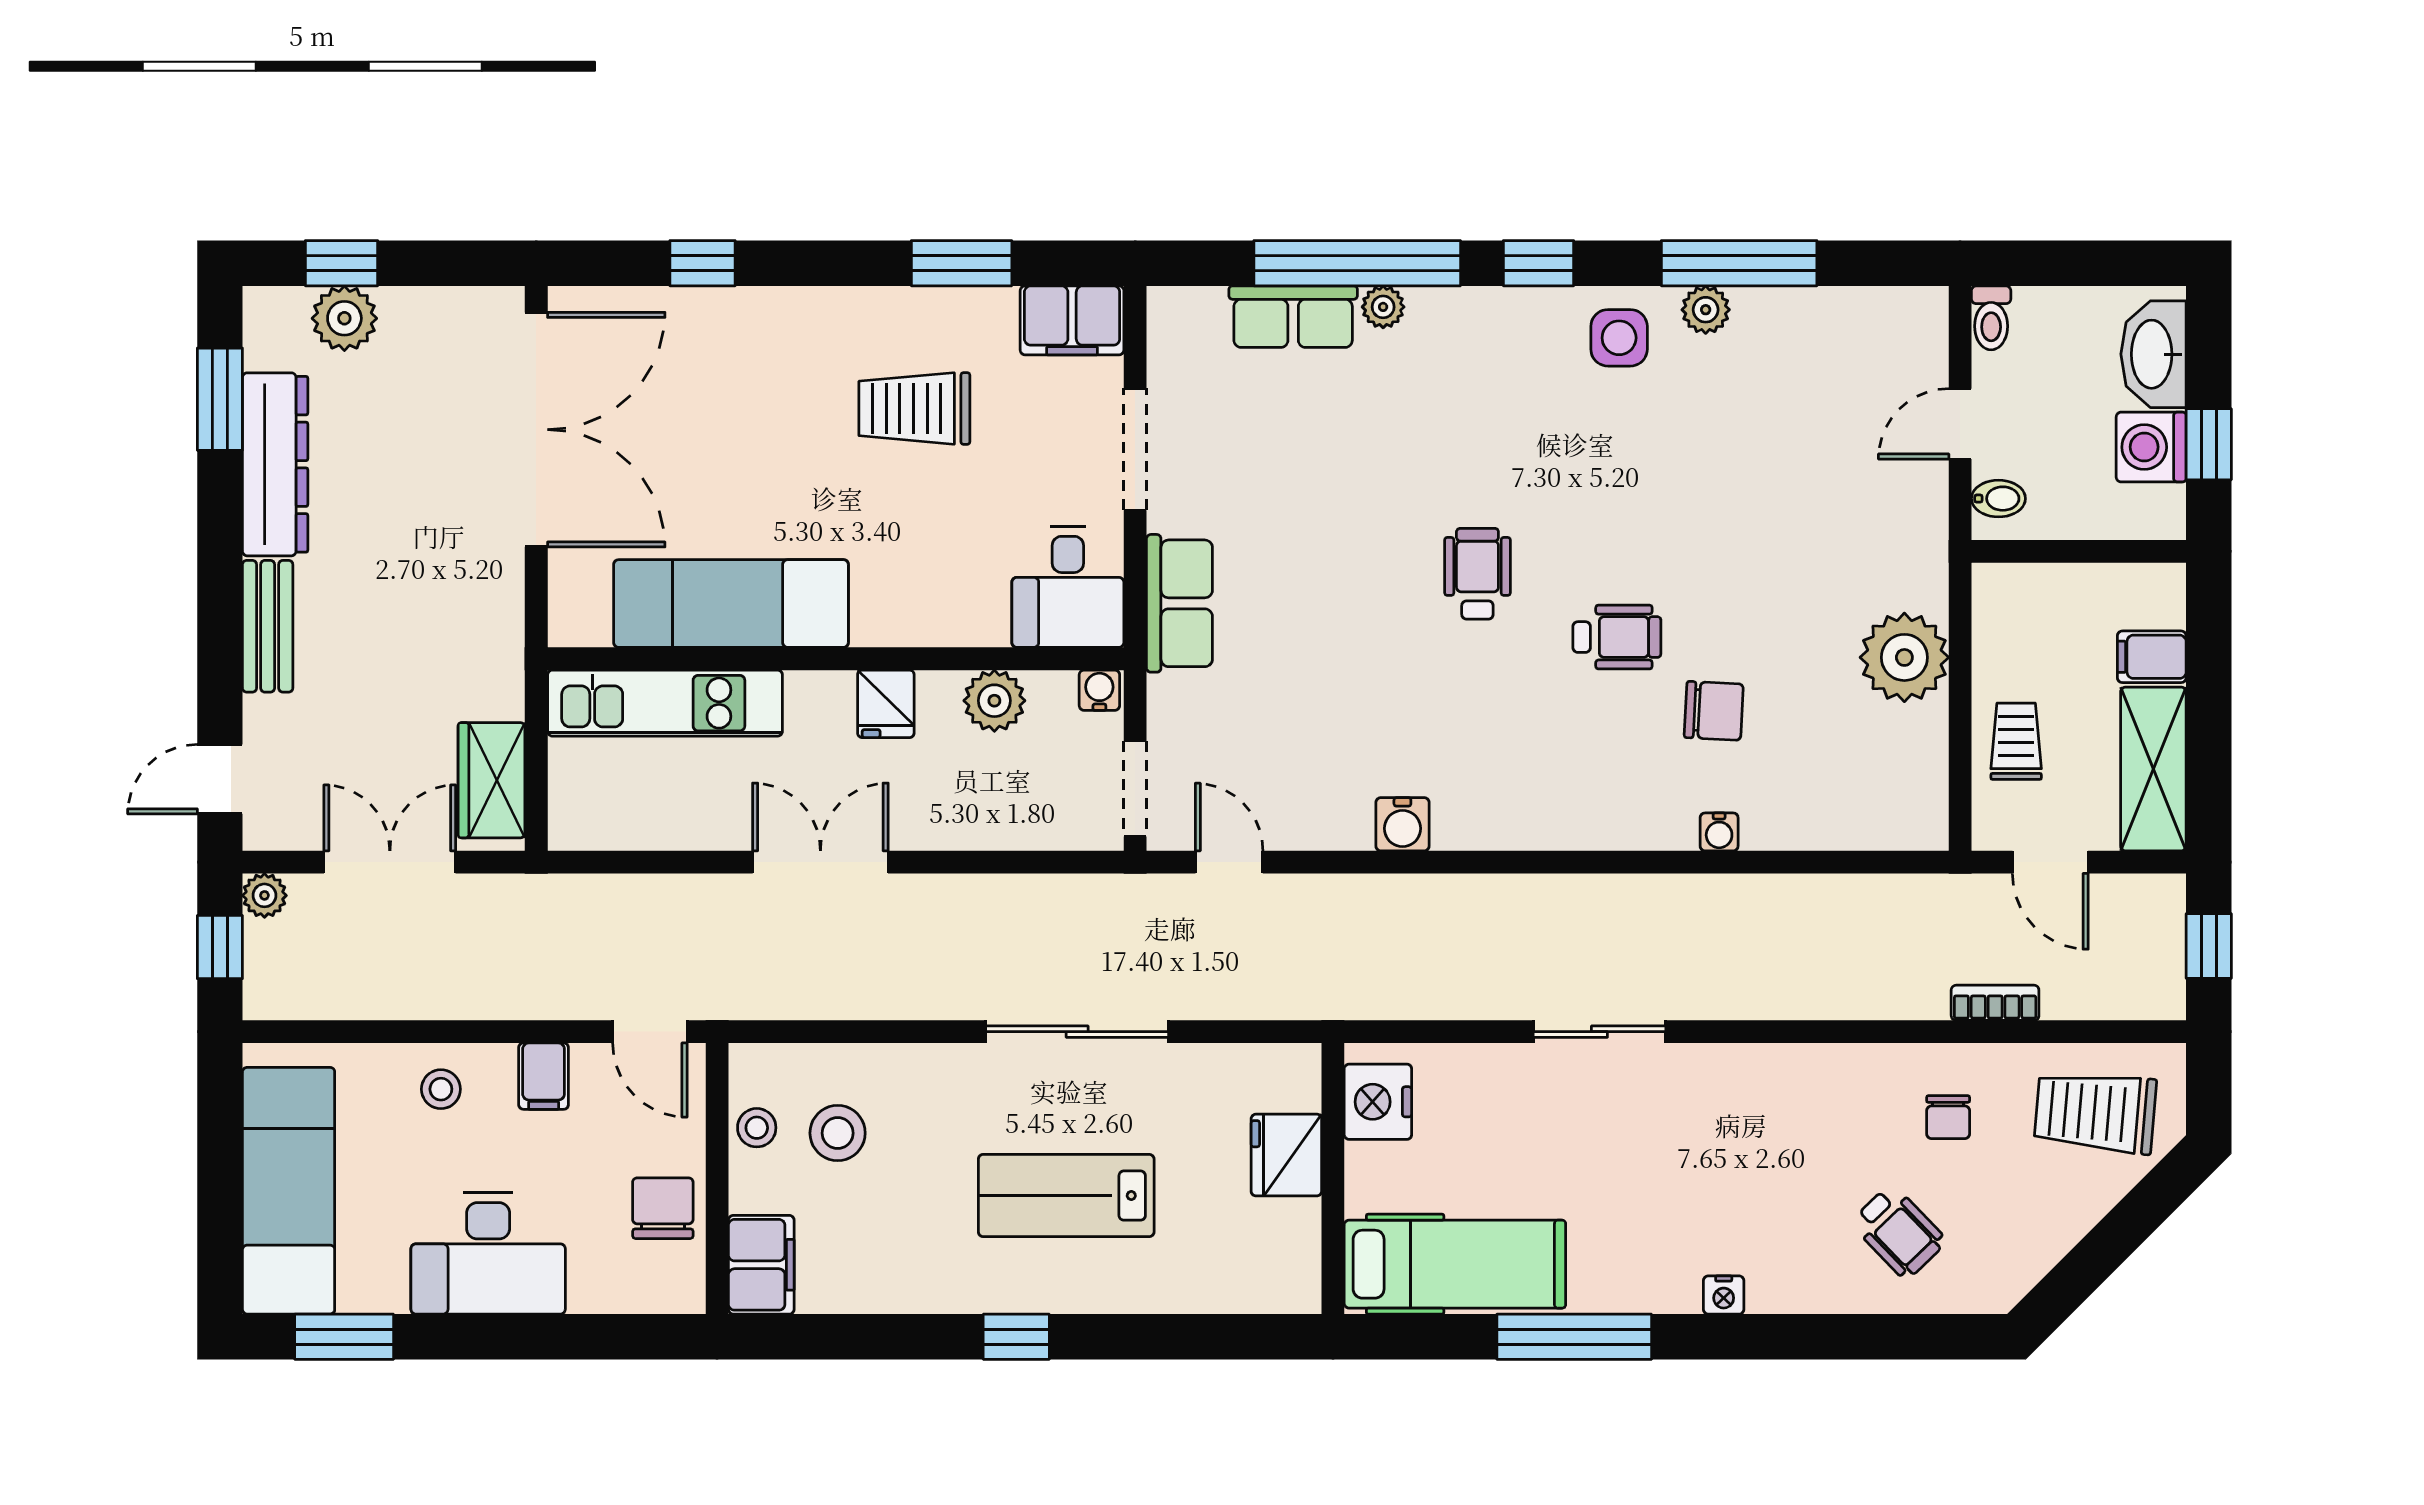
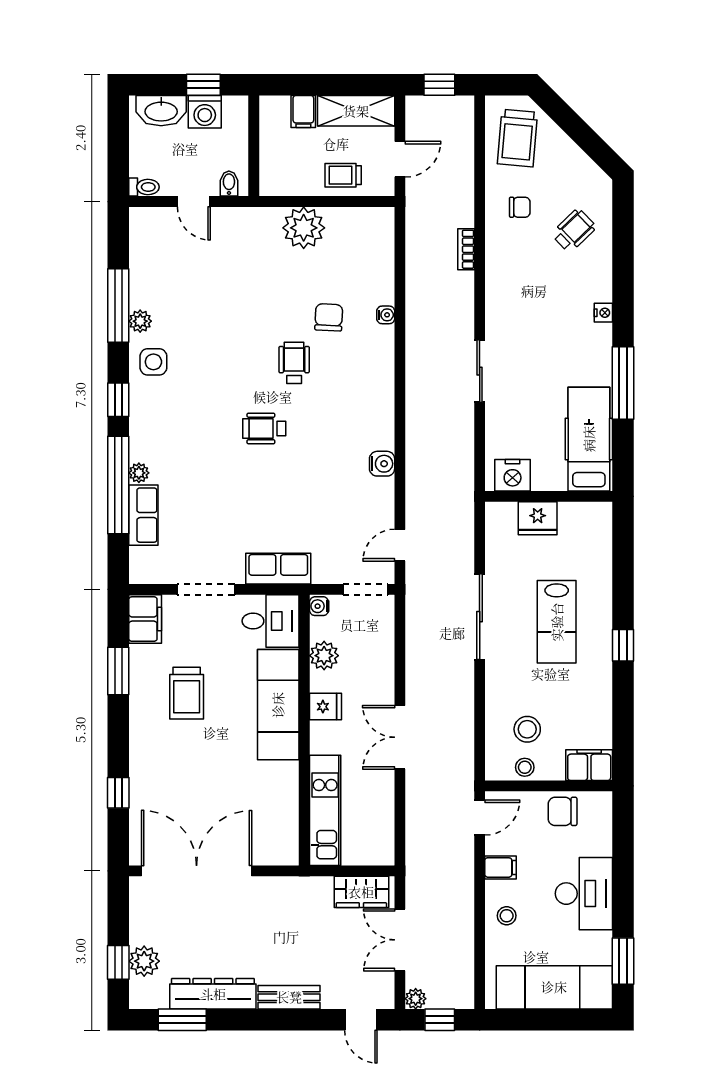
exam couch: (731, 604) -> (278, 705), moved
bookcase: (1995, 1003) -> (466, 249), moved

